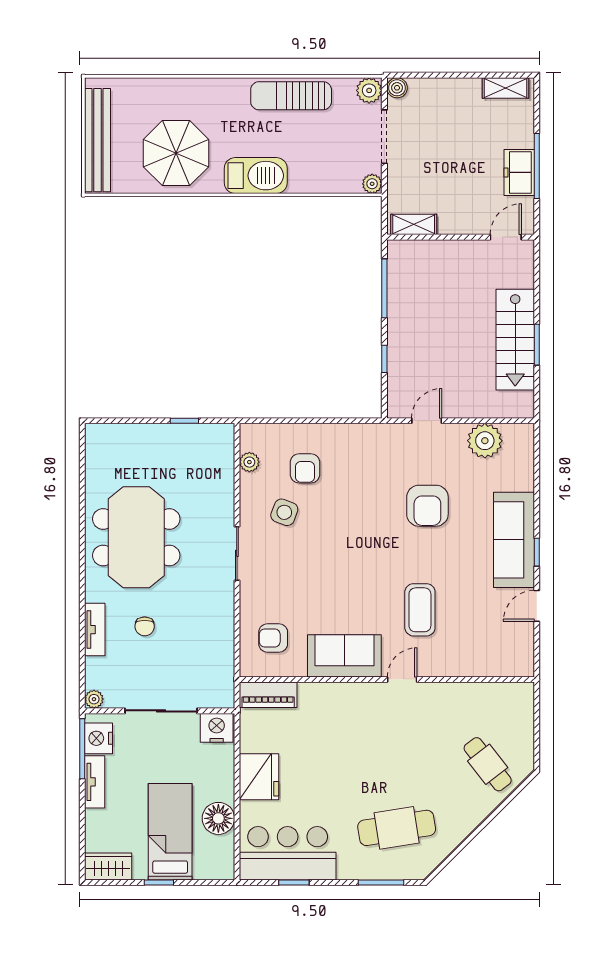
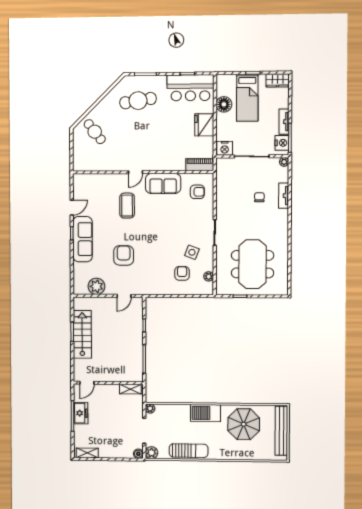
meeting table: (136, 537) -> (252, 264), moved

